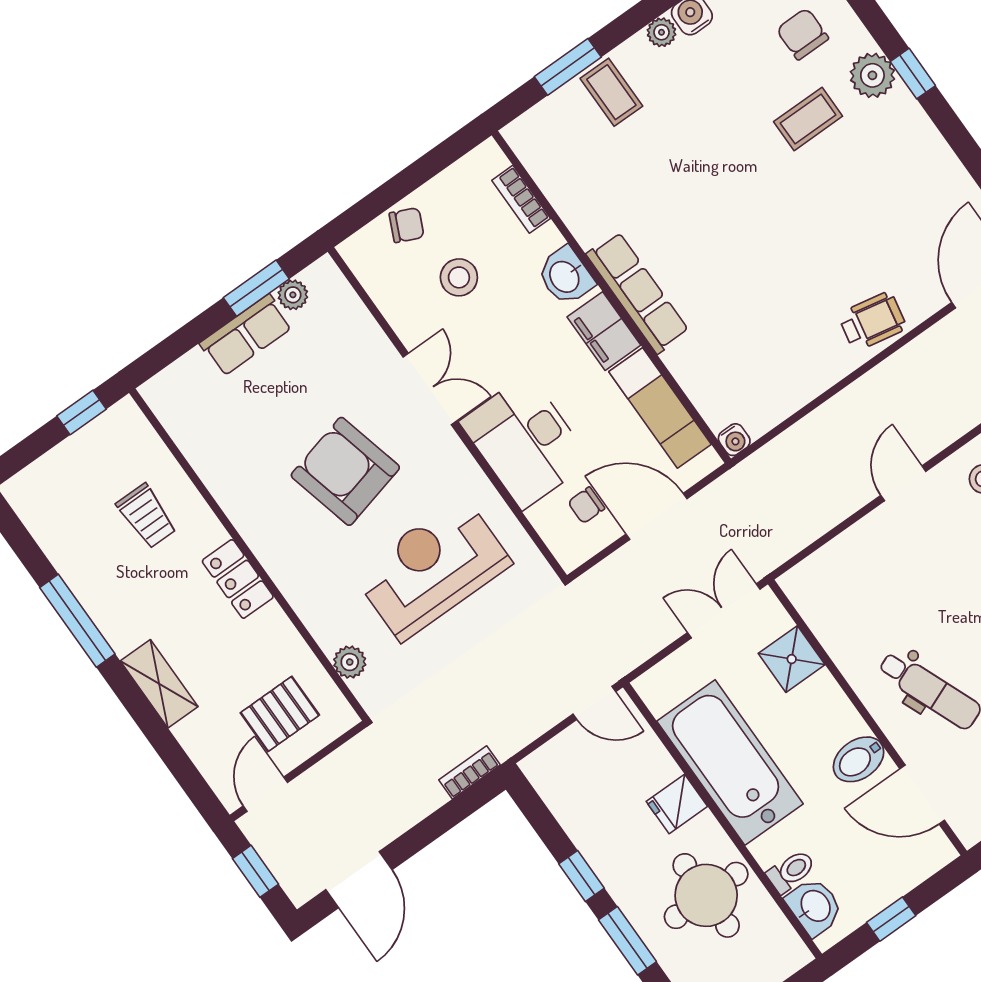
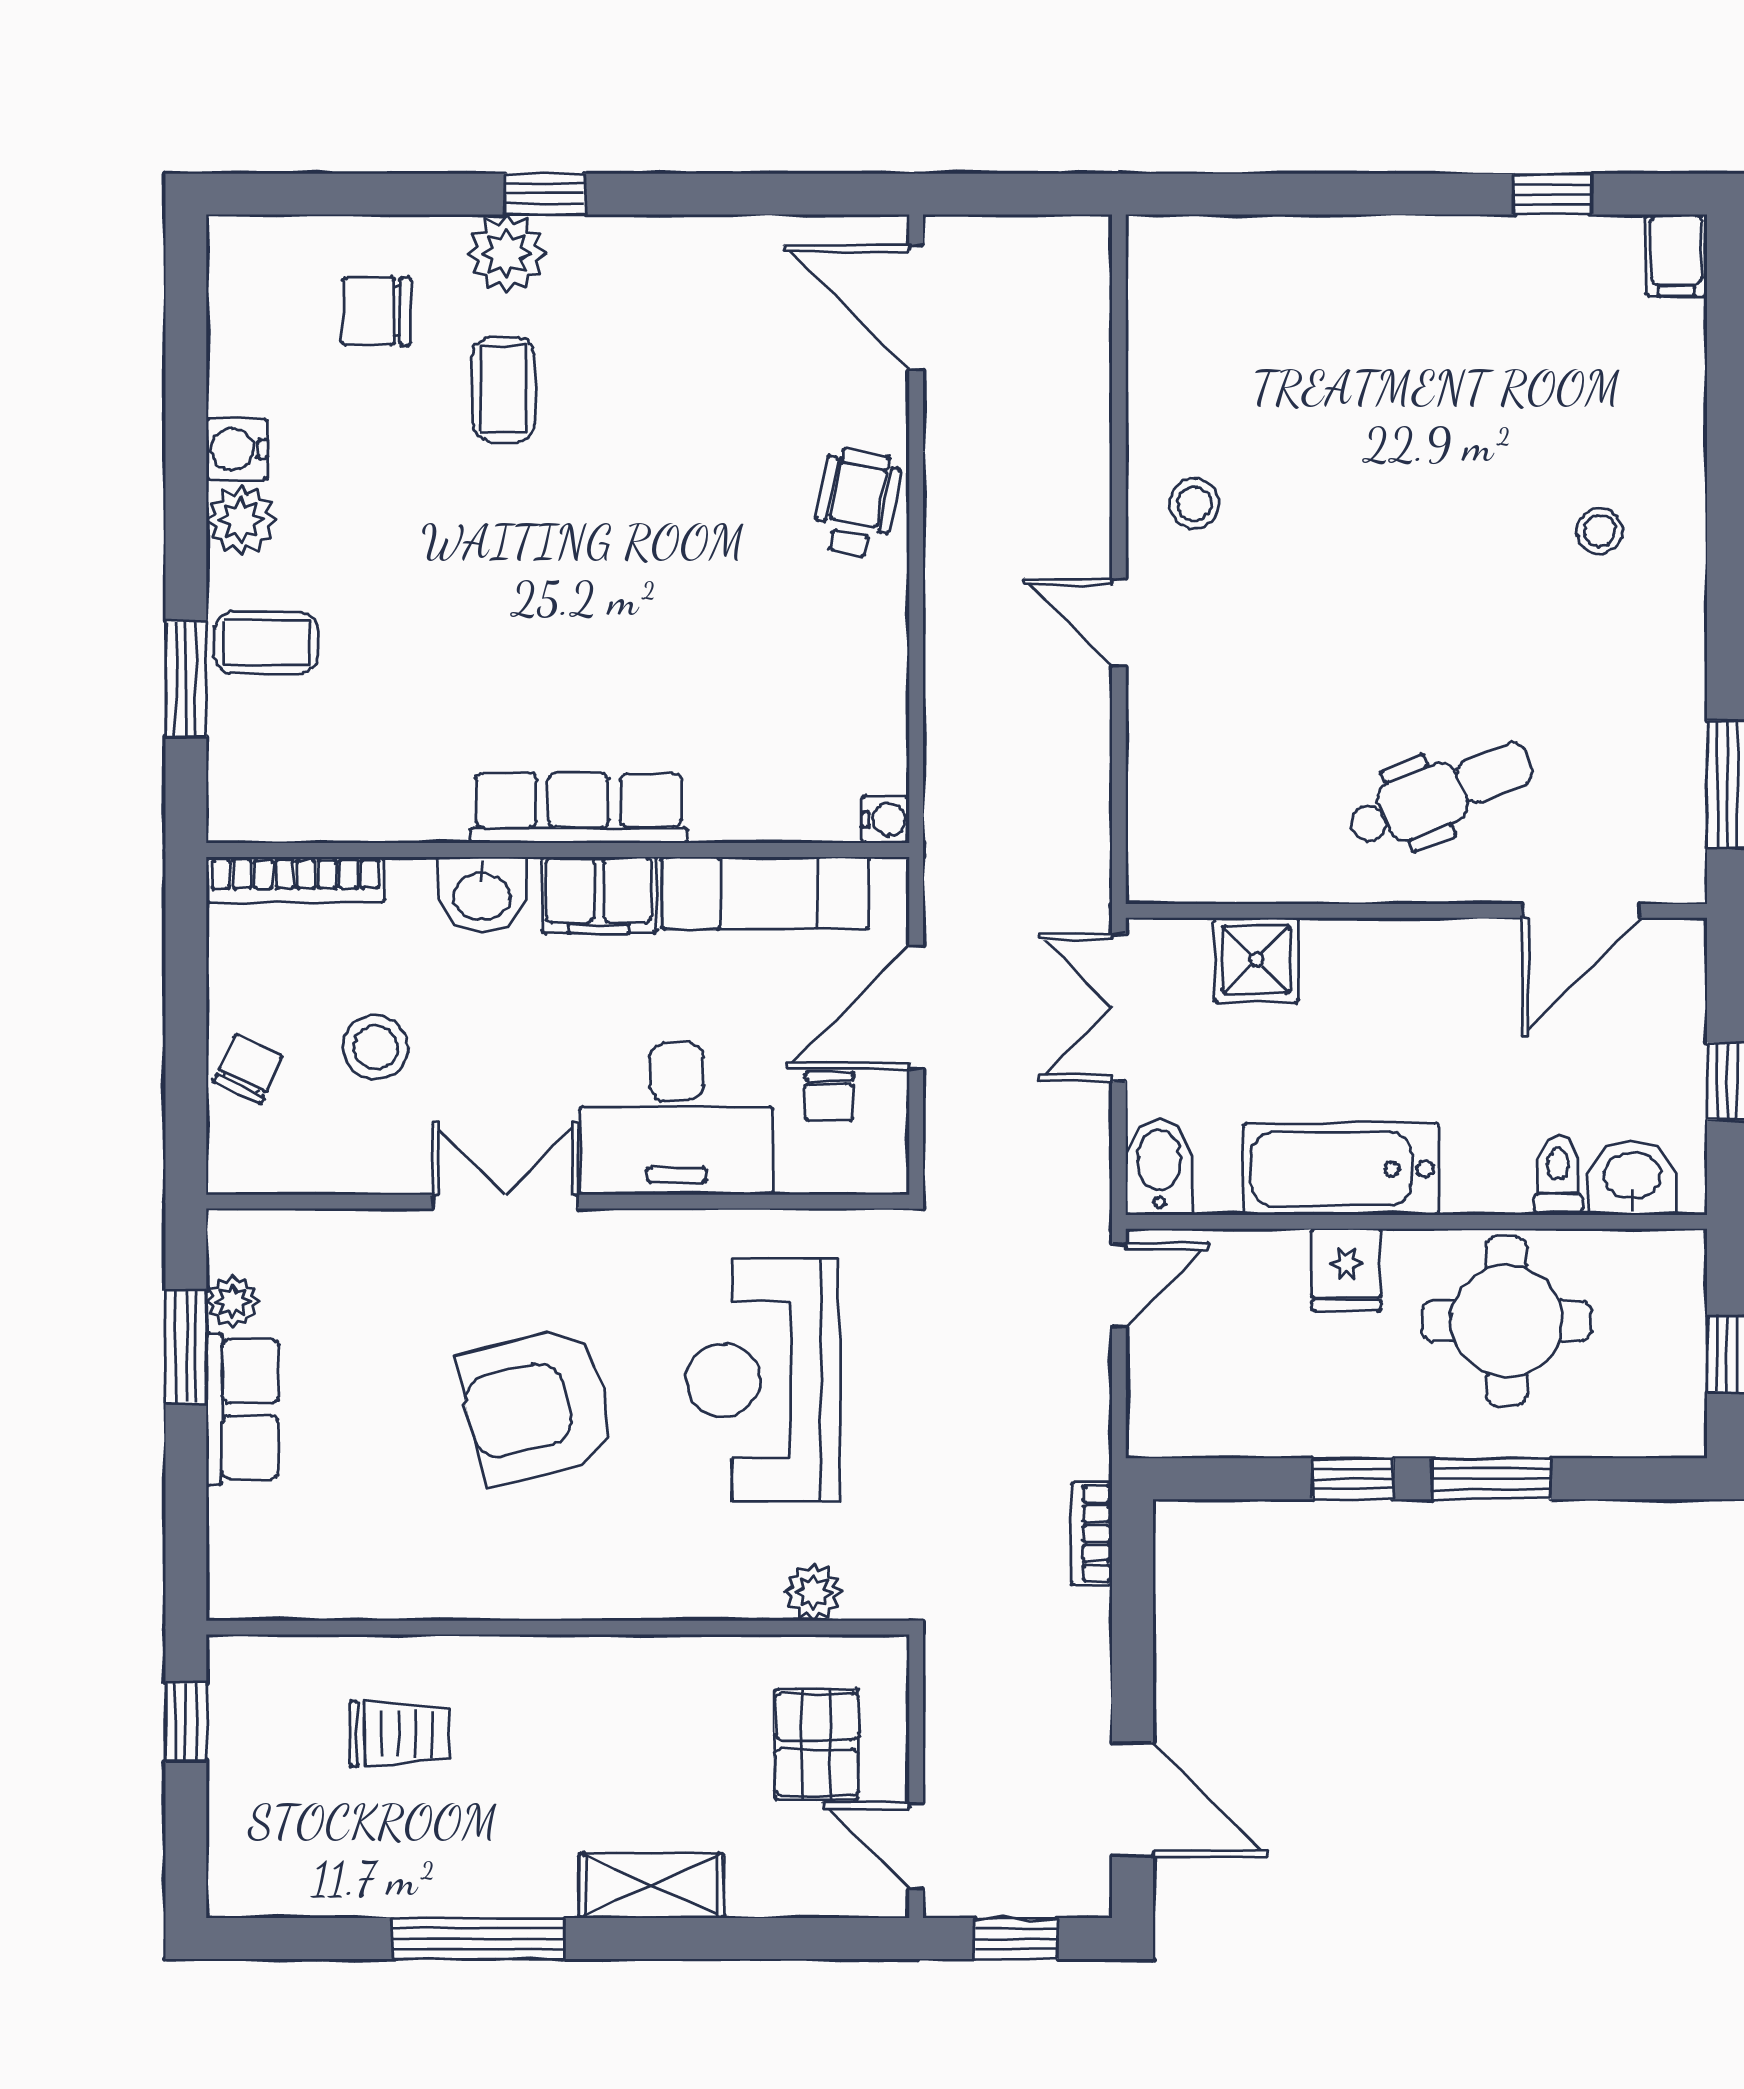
plant: (661, 32) -> (241, 520), width x1.38, depth x1.38
bookcase: (521, 199) -> (295, 880), width x1.56
locker: (238, 579) -> (581, 1668), removed
bidet: (859, 759) -> (1159, 1167), moved, turned 180
bathtub: (730, 763) -> (1341, 1169), width x0.73, depth x0.73

